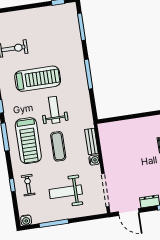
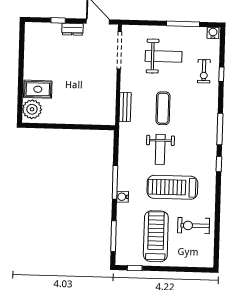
treadmill: (28, 141) -> (156, 236), moved
water cooler: (94, 160) -> (123, 197), moved

